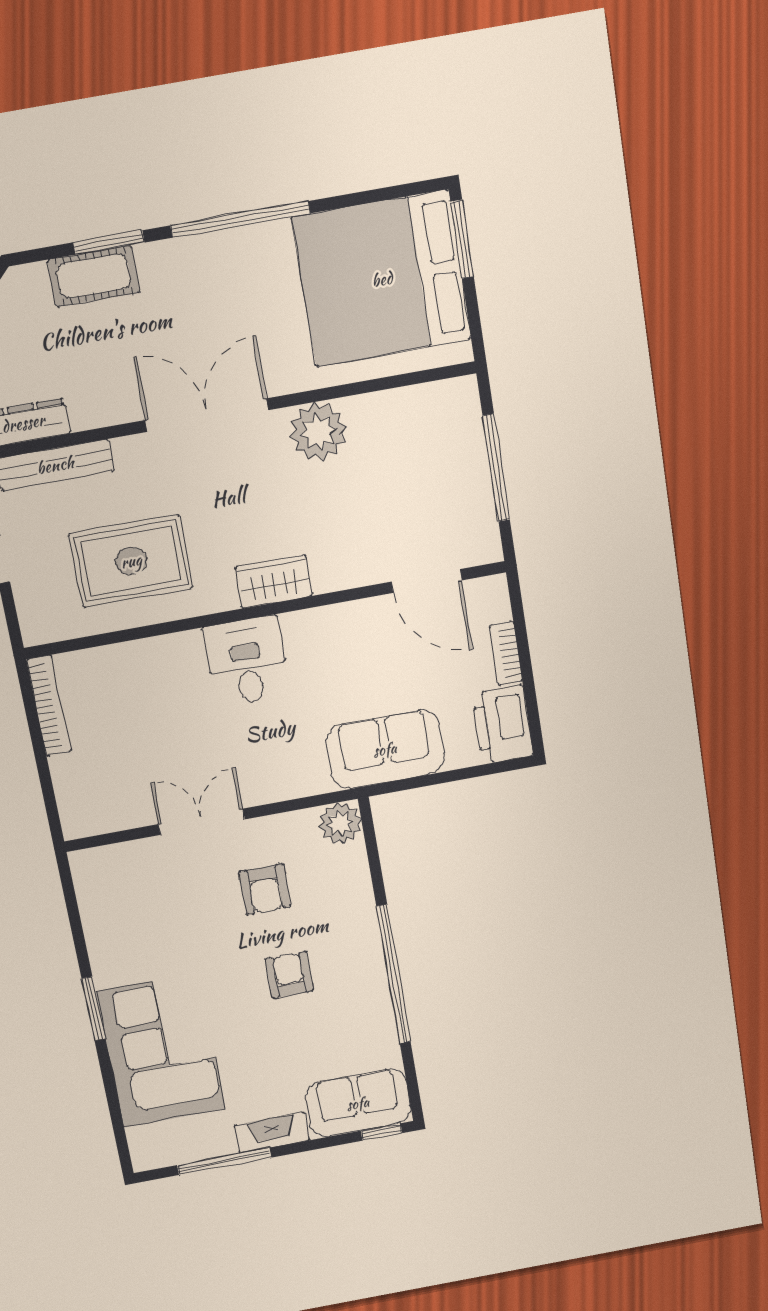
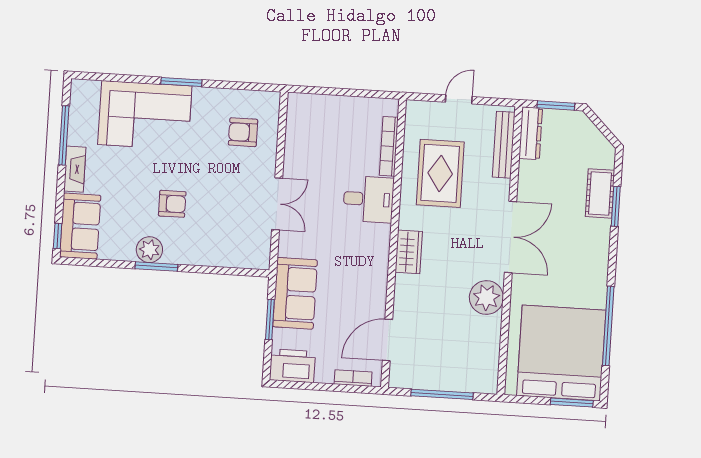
window: (240, 219) -> (608, 326), moved
bookcase: (506, 653) -> (353, 378), moved
desk: (246, 661) -> (368, 199), moved
bookcase: (49, 706) -> (389, 146), moved, turned 90
window: (436, 779) -> (270, 320), added
double door: (202, 822) -> (277, 204), moved
plant: (340, 823) -> (149, 250), moved
armchair: (265, 889) -> (243, 132), moved
window: (394, 974) -> (156, 267), width x0.47

